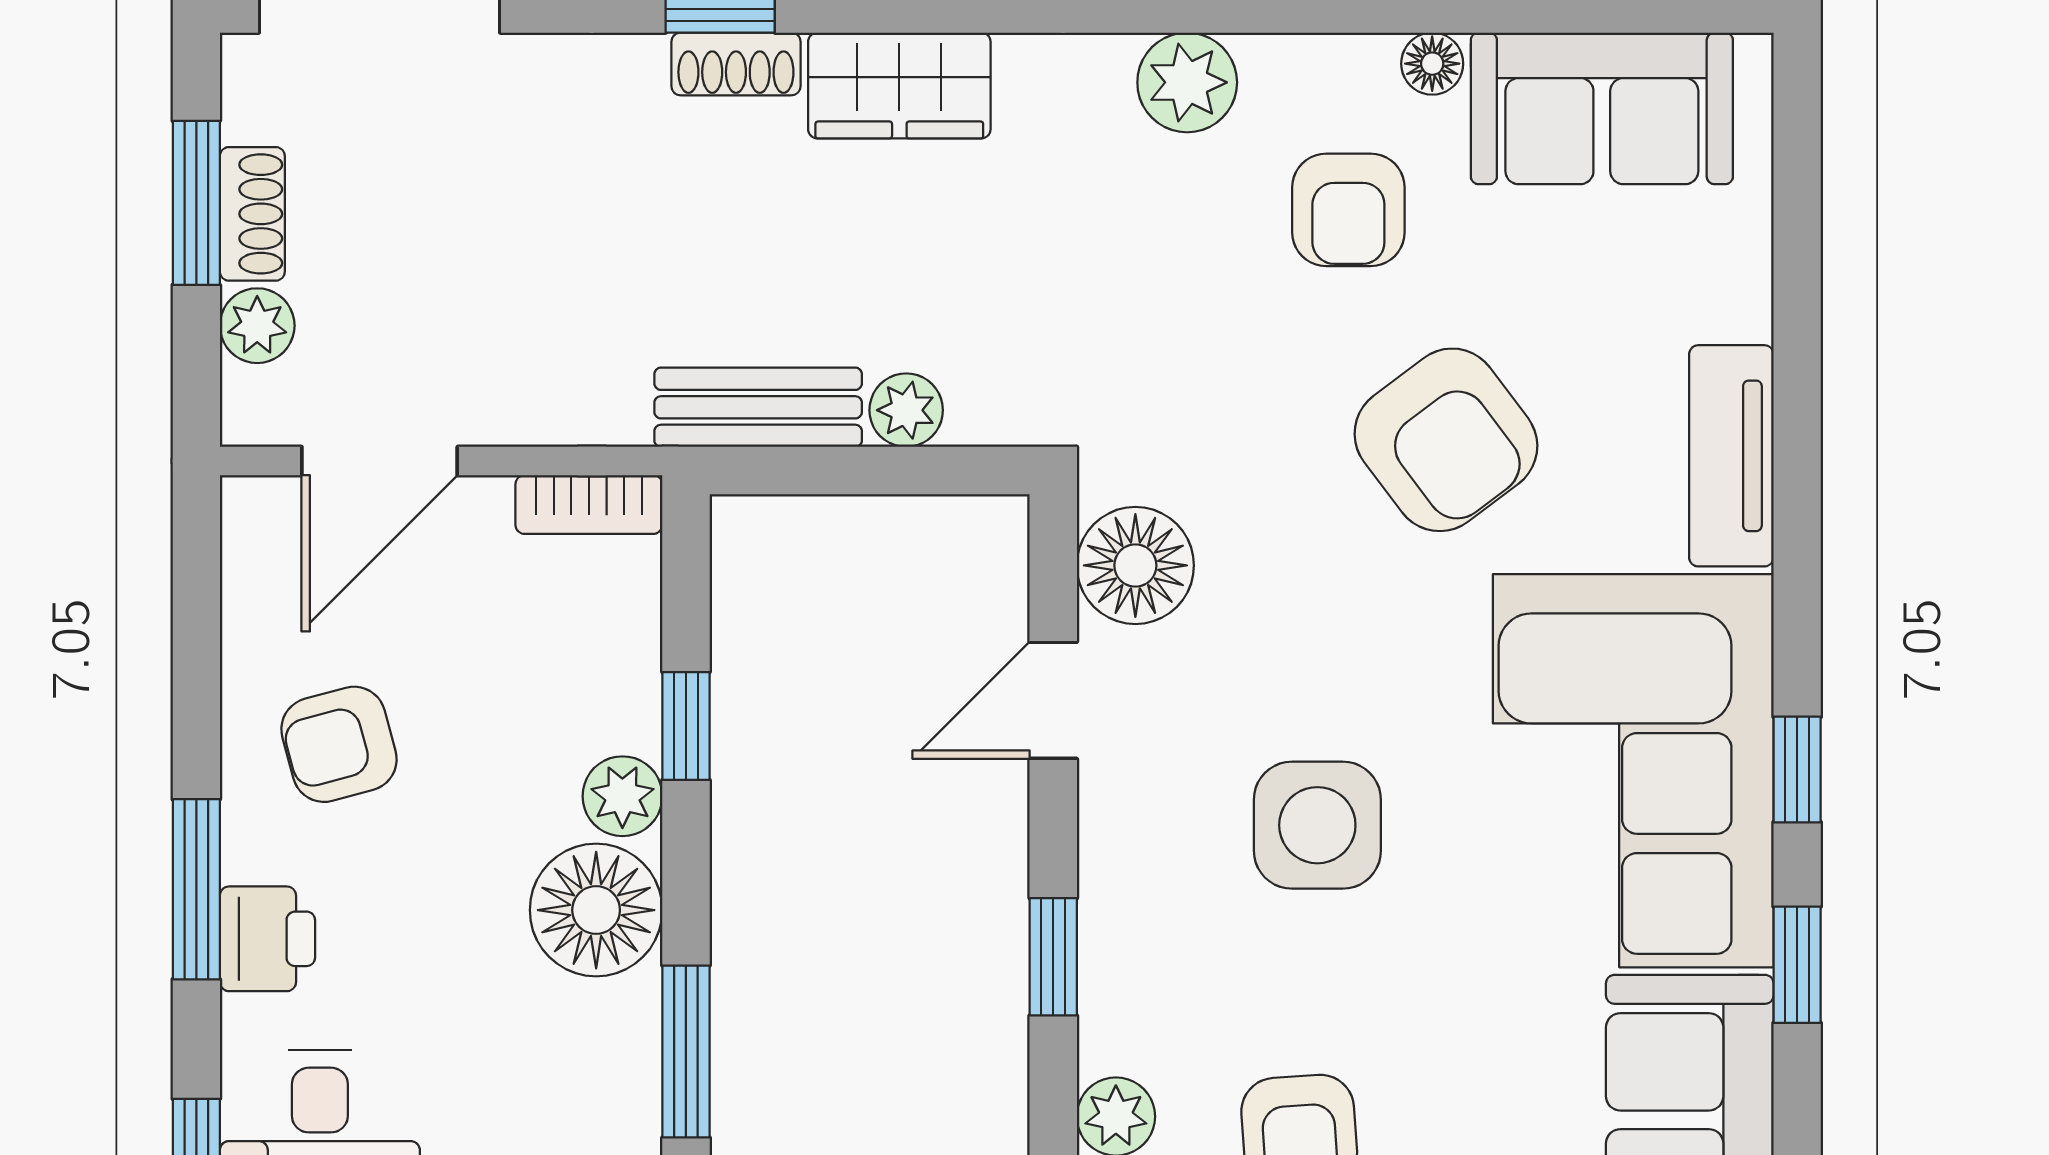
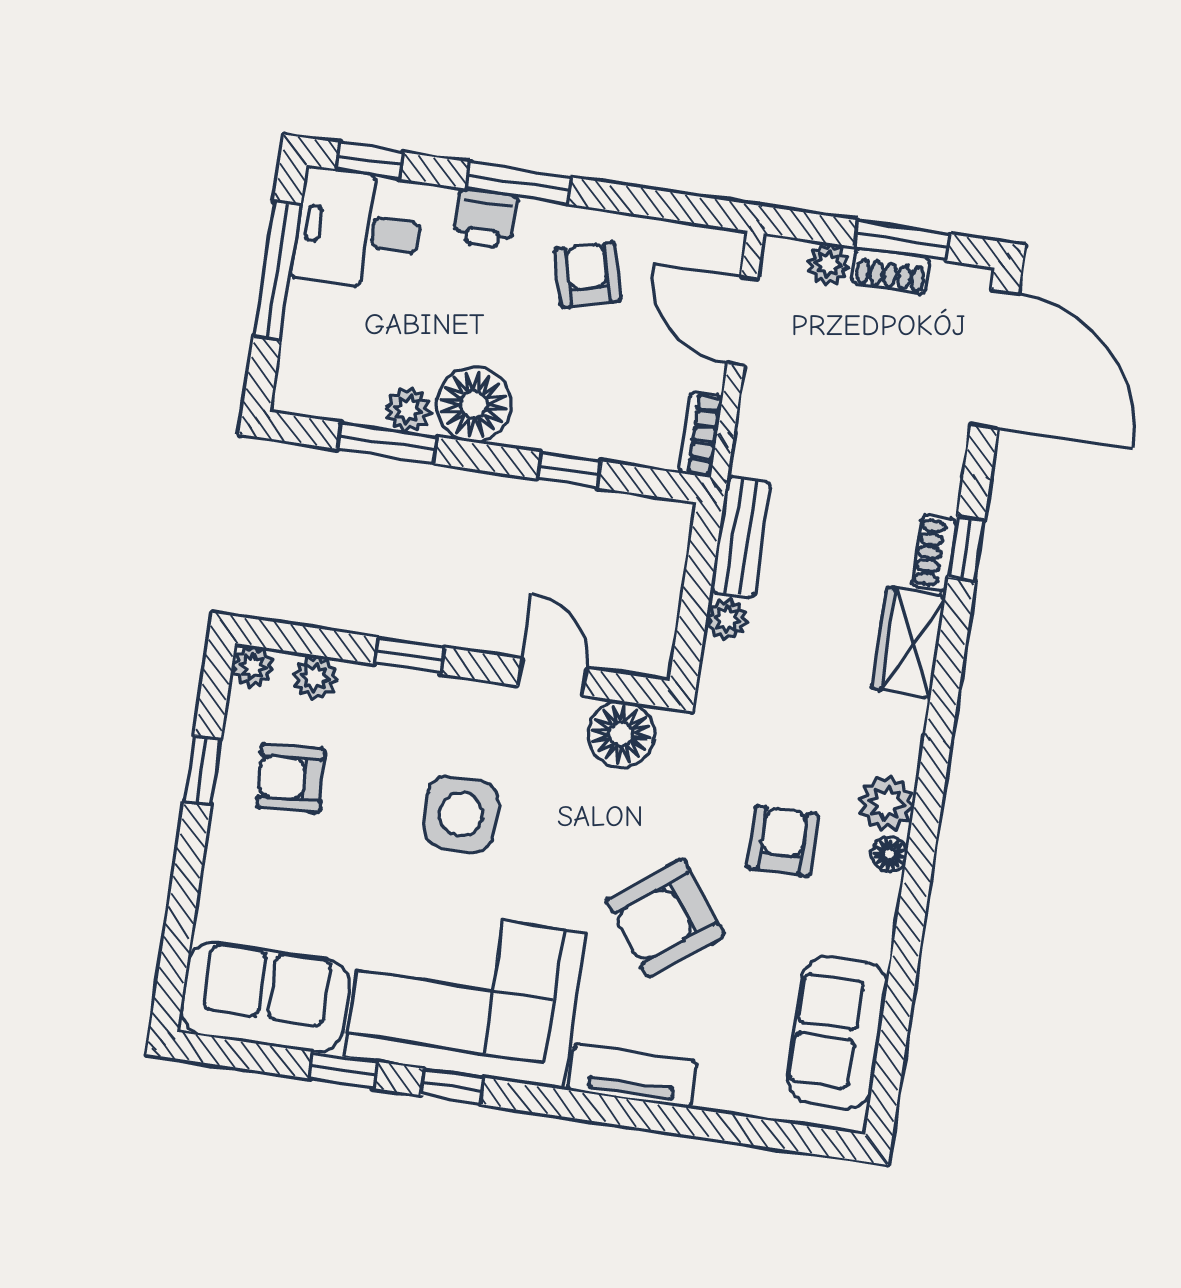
floor lamp: (1432, 64) -> (889, 854), moved
armchair: (1348, 210) -> (783, 841), moved, turned 90
plant: (622, 796) -> (408, 410), moved

